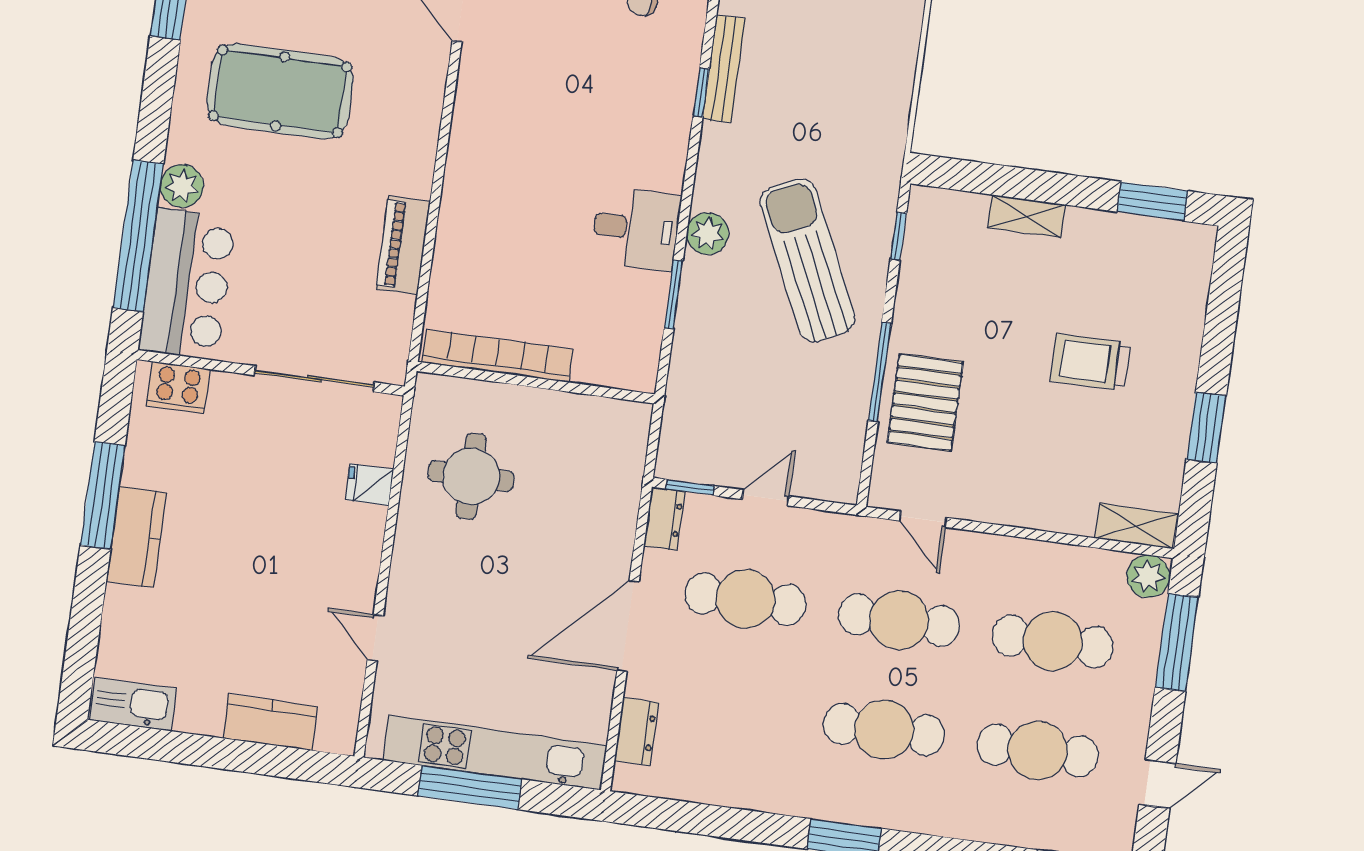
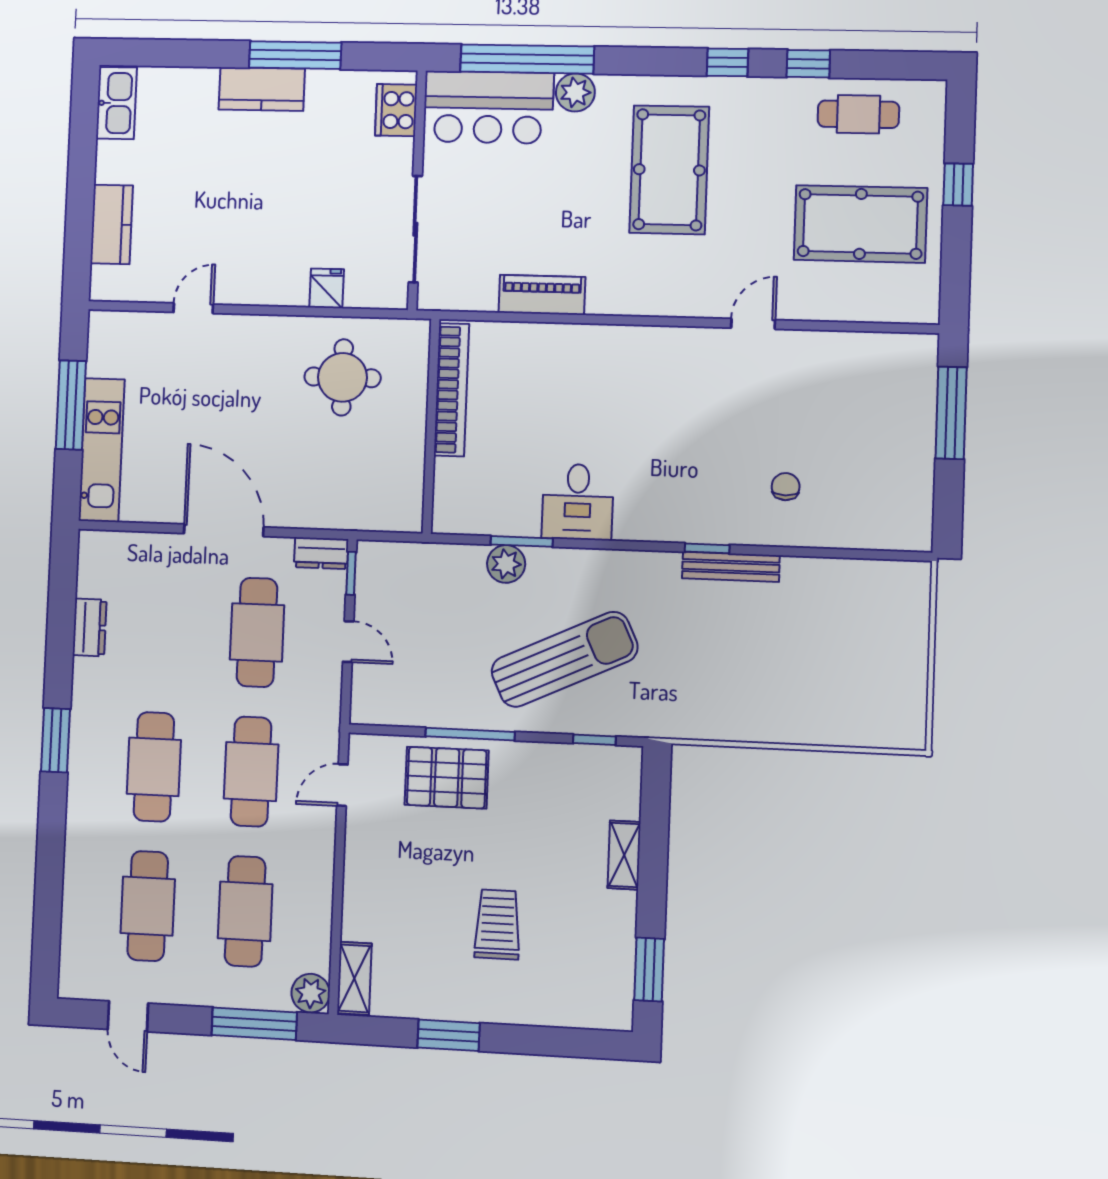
plant: (708, 234) -> (506, 564), moved
dresser: (636, 732) -> (90, 627), moved, turned -90
kitchen unit: (495, 753) -> (102, 450), width x0.73

